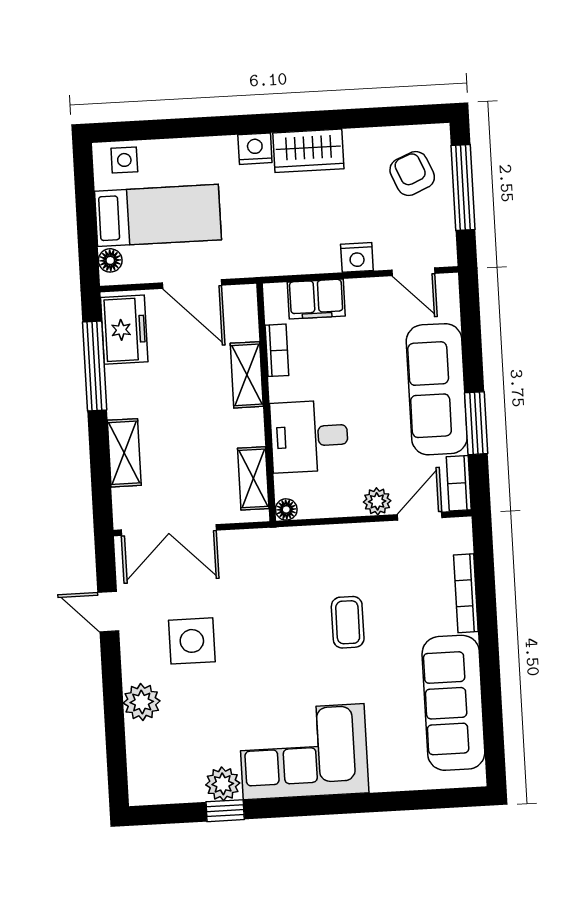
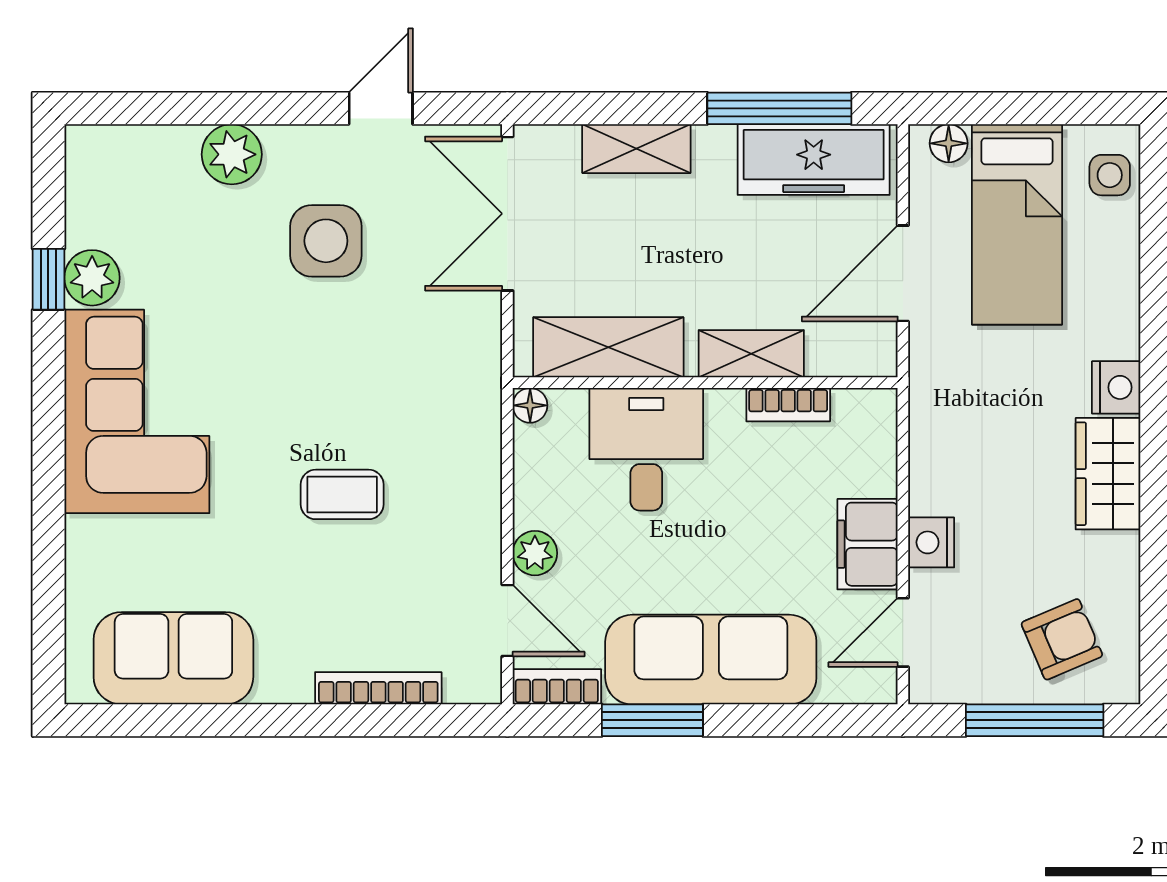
filing cabinet: (316, 299) -> (868, 544), moved
freezer: (124, 330) -> (814, 160), width x1.40
shelving: (253, 478) -> (608, 347), width x1.50, depth x1.33
sofa: (453, 703) -> (173, 658), width x0.73

